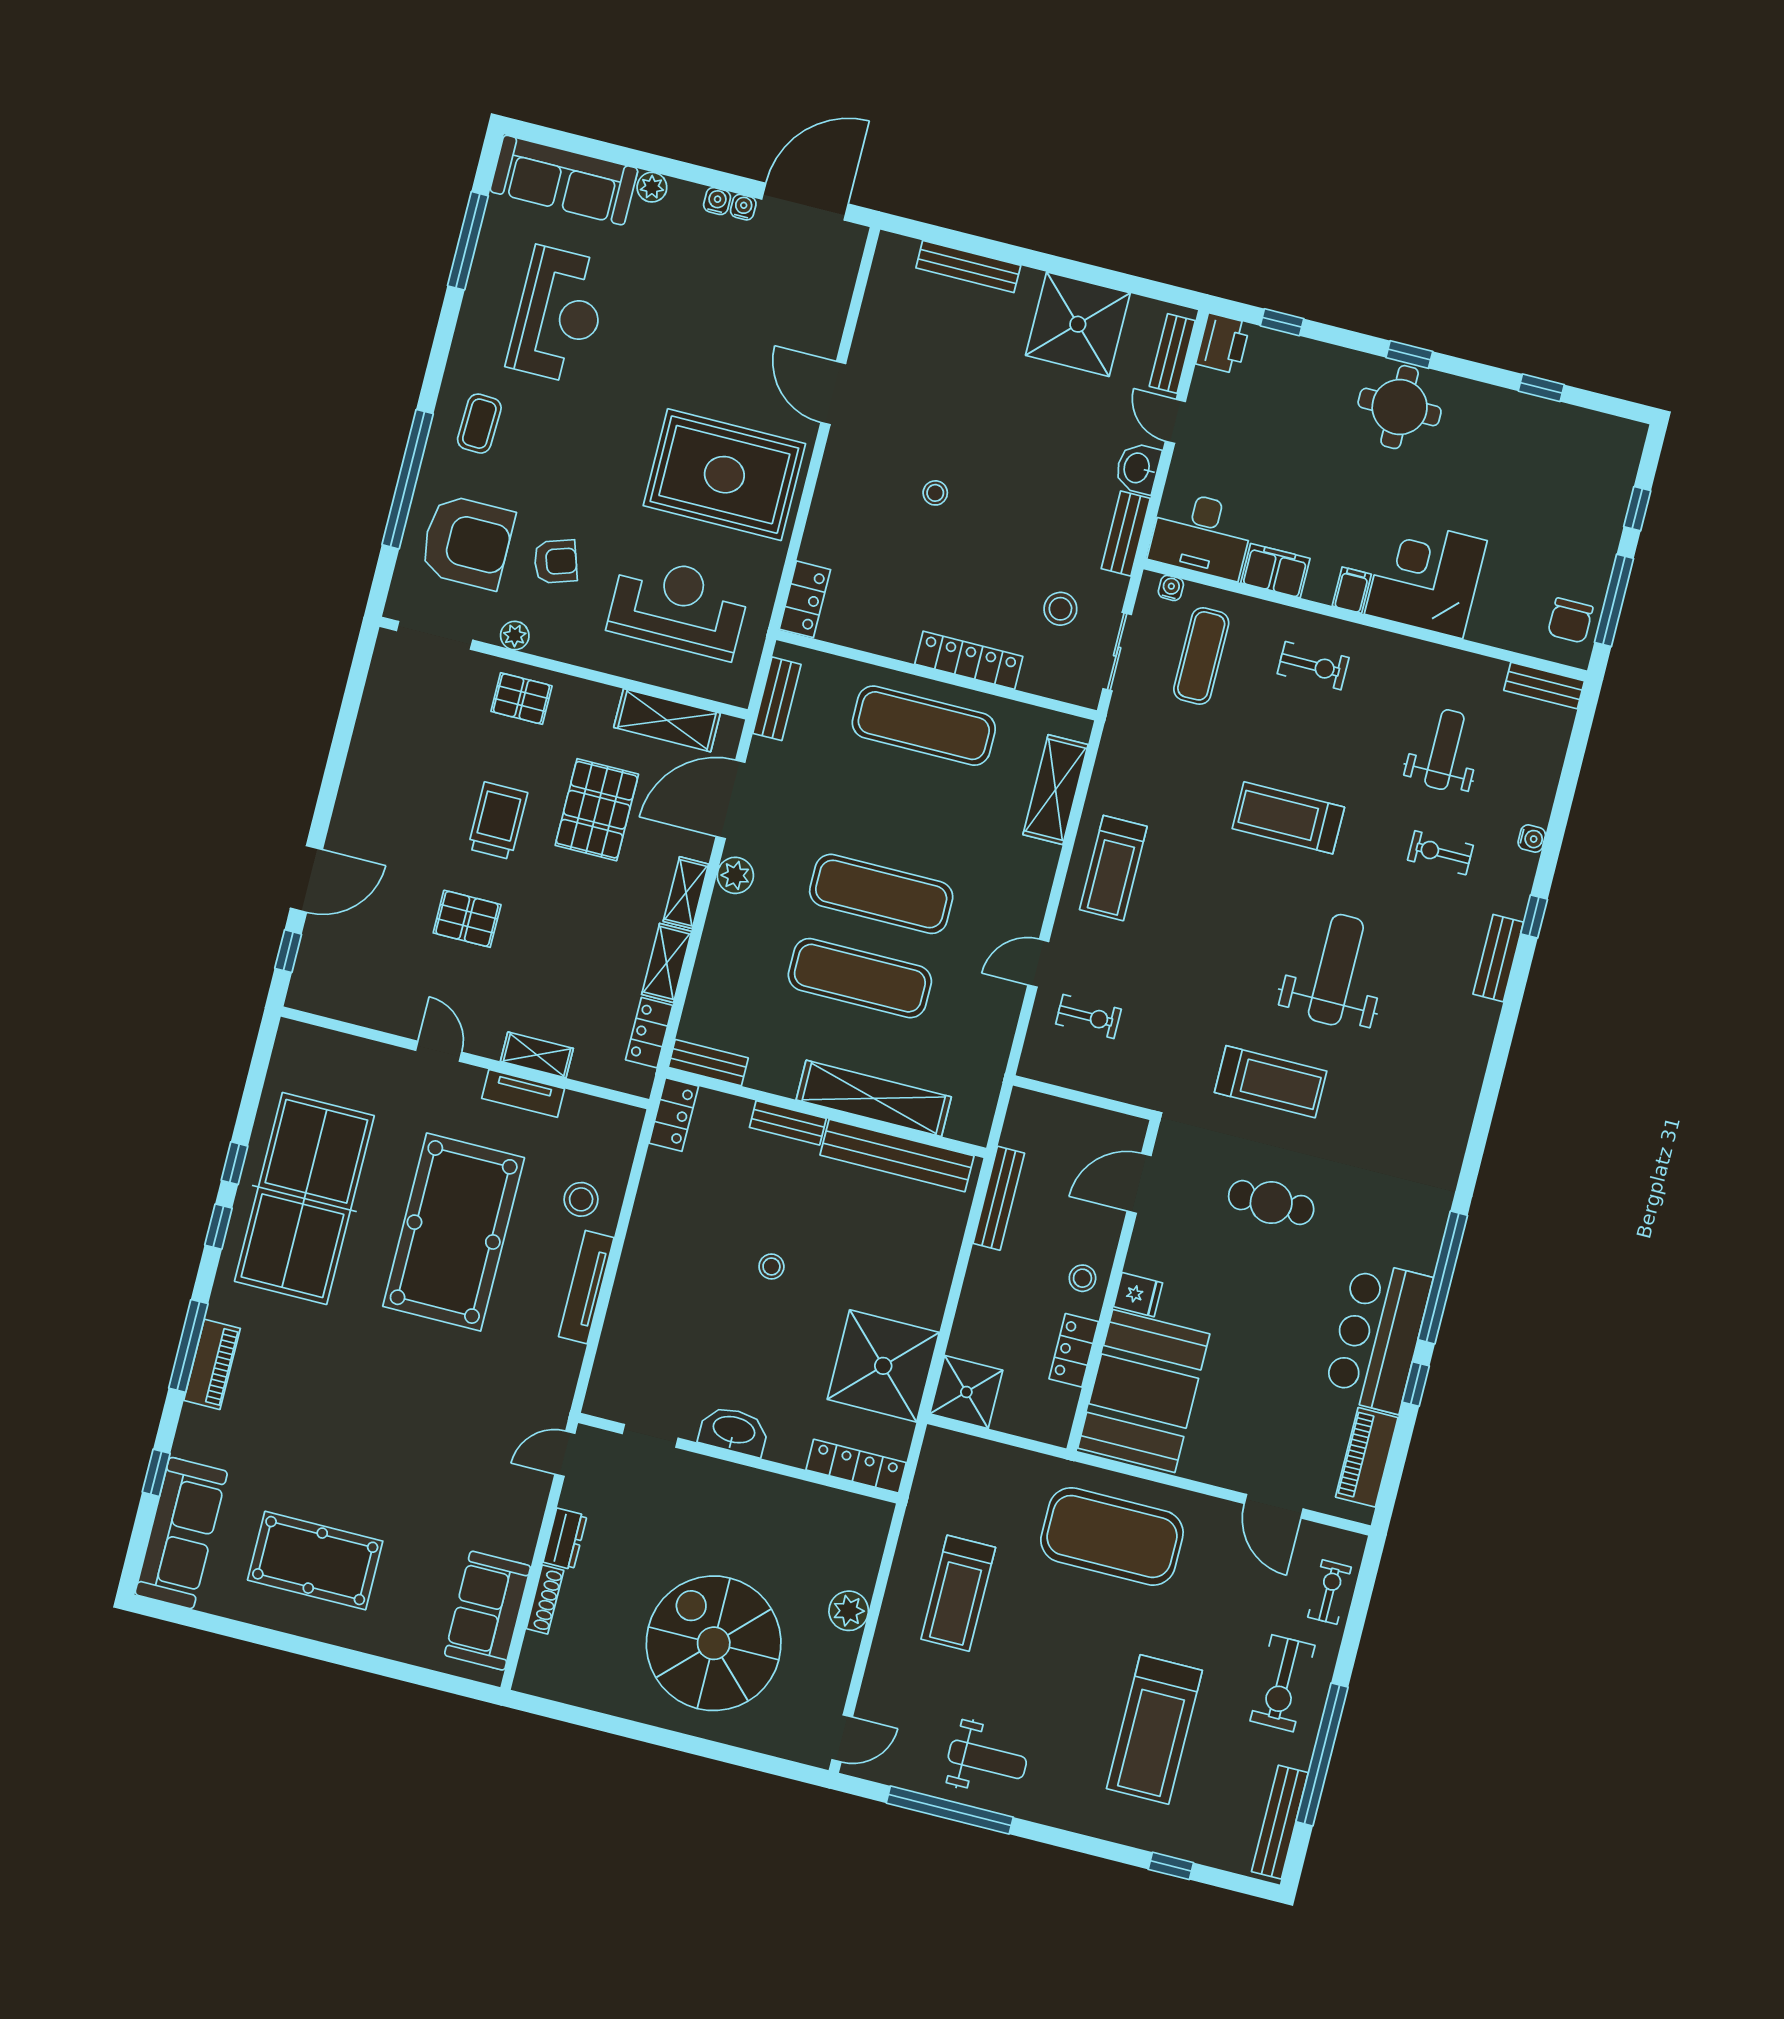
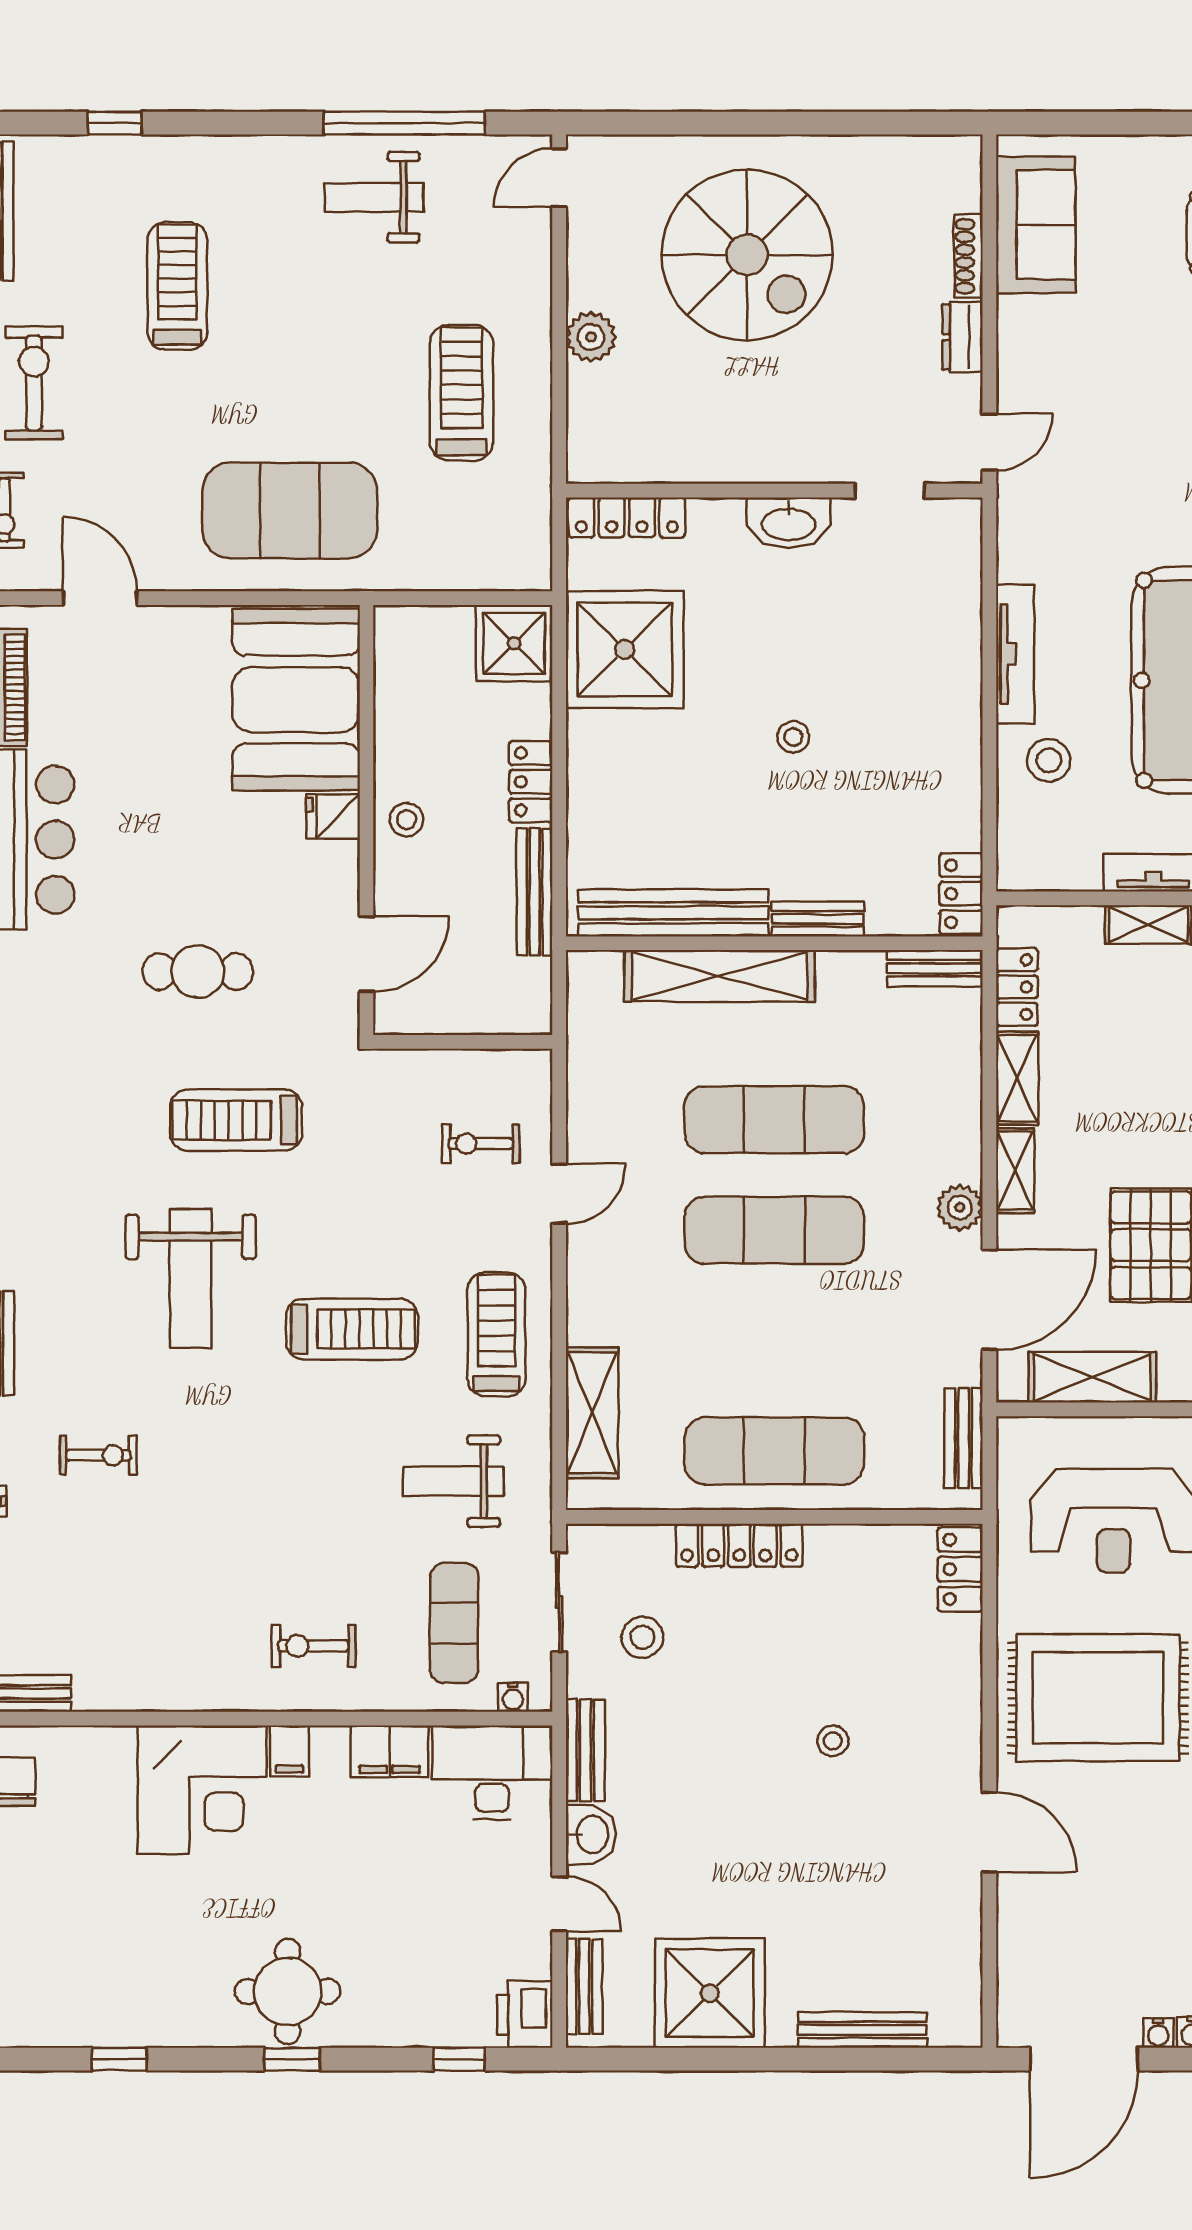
weight bench: (1444, 750) -> (454, 1481), moved, turned 90
treadmill: (1288, 818) -> (352, 1329), moved
locker: (1074, 1350) -> (531, 782), moved, turned 180
treadmill: (1154, 1729) -> (177, 286), width x0.73, depth x0.73

